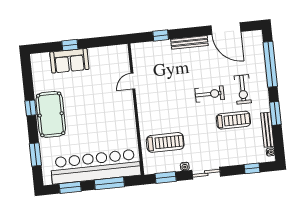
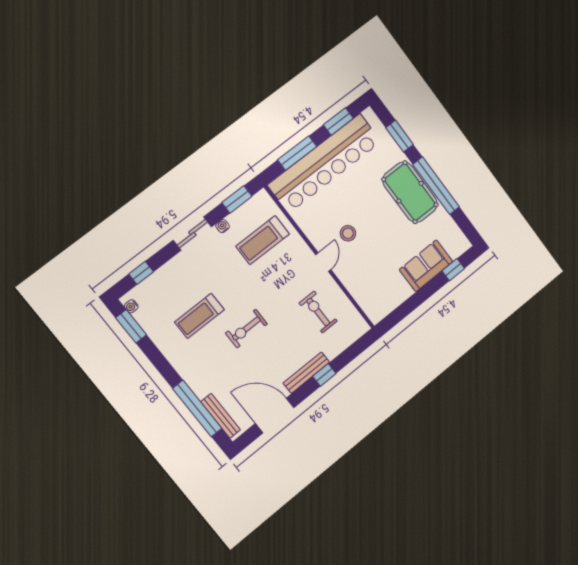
window: (161, 35) -> (324, 375), moved
window: (70, 45) -> (453, 270), moved
door: (133, 81) -> (323, 262), moved
exercise bike: (243, 89) -> (318, 312), moved
window: (31, 108) -> (436, 186), width x3.17
stool: (108, 113) -> (348, 233), added
window: (275, 113) -> (131, 326), moved
bench: (267, 130) -> (221, 416), moved

